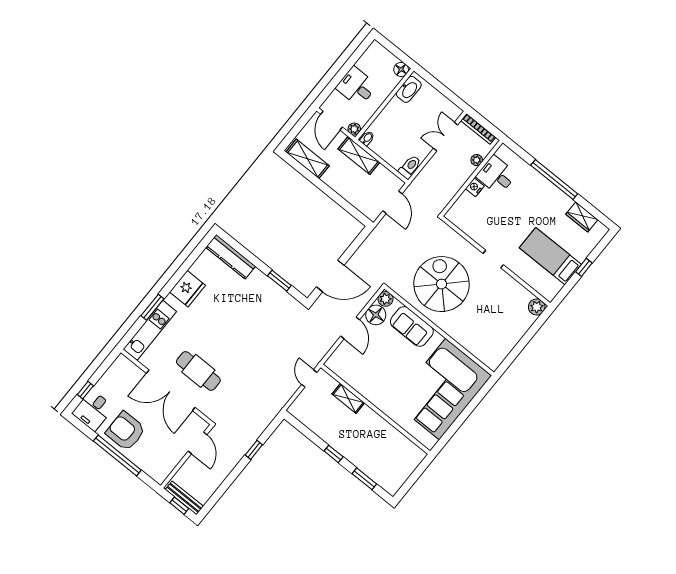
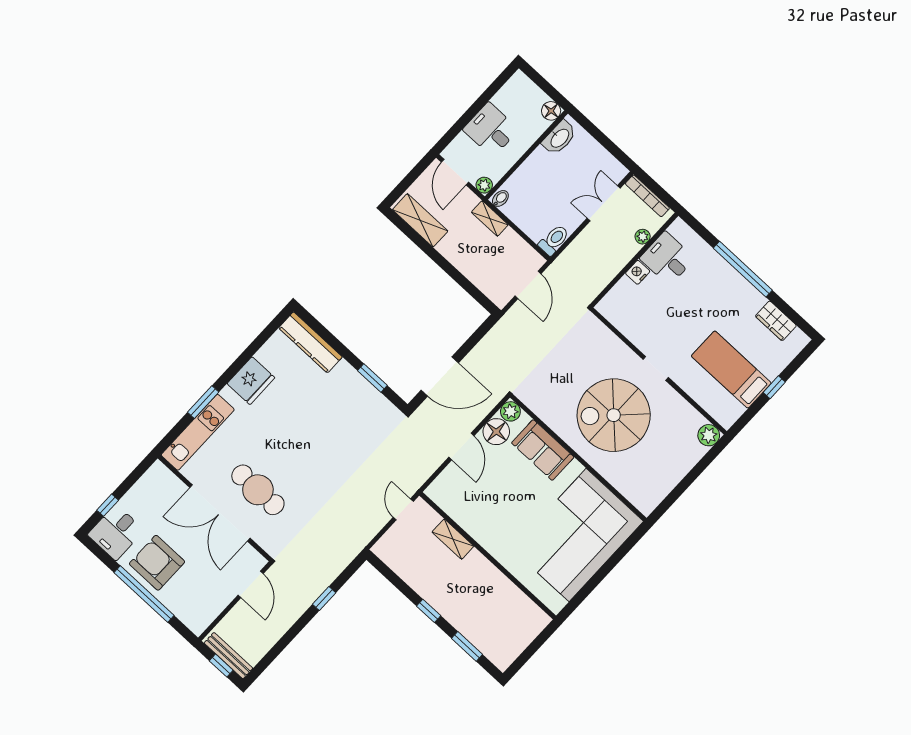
shelving: (359, 156) -> (490, 218), width x0.67, depth x0.75
spiral stairs: (442, 284) -> (614, 415), moved, turned -90

